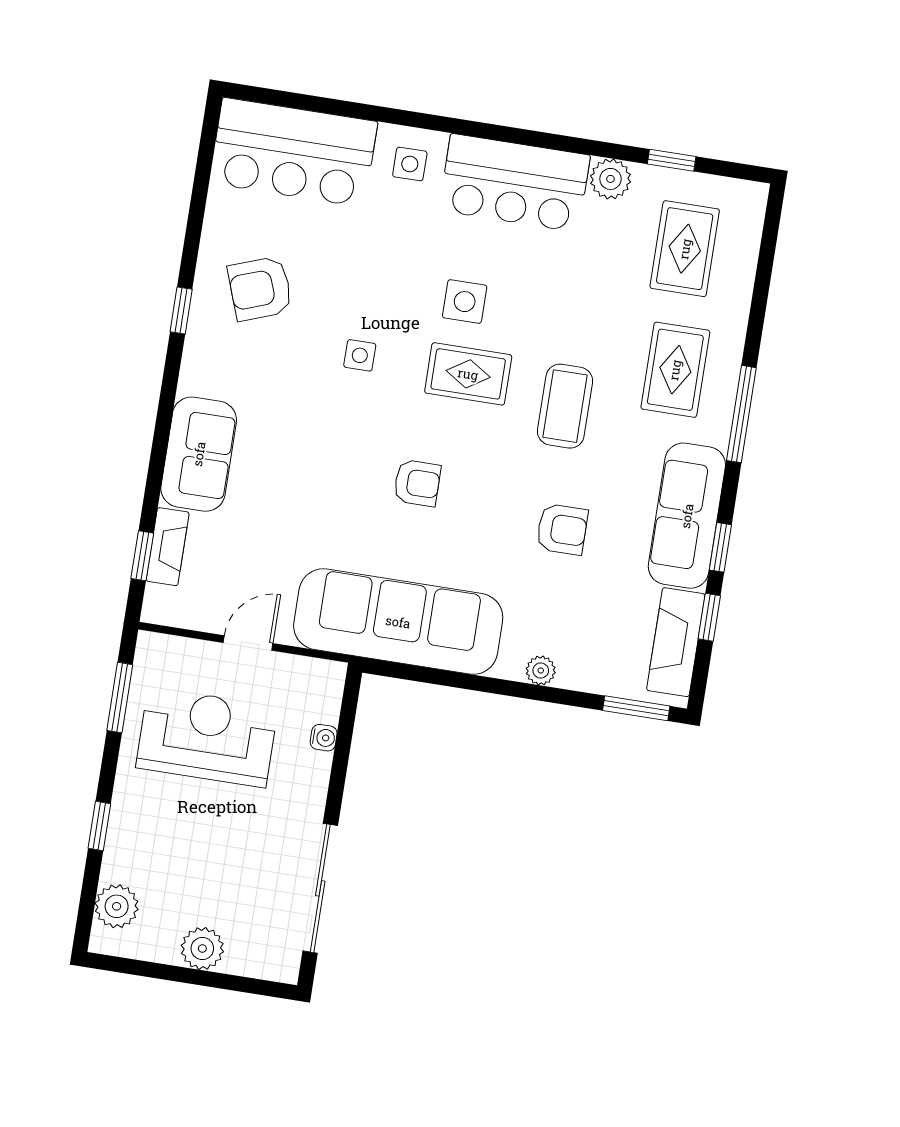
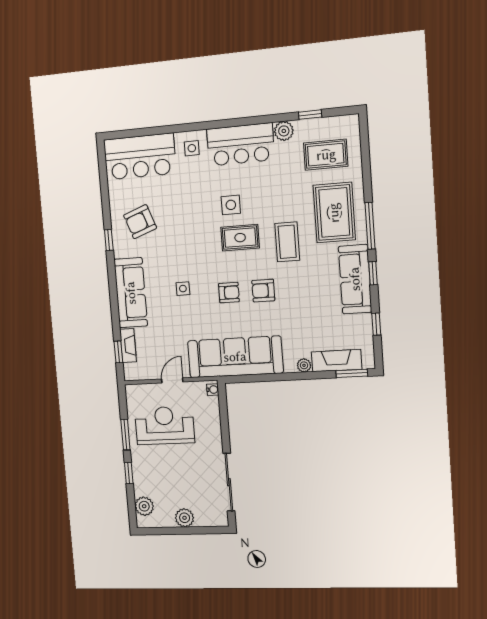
rug: (685, 249) -> (326, 155), turned 90
side table: (360, 355) -> (183, 289), moved
rug: (675, 370) -> (334, 213), width x1.36, depth x1.43
sofa: (199, 454) -> (131, 293), width x1.36
armchair: (562, 529) -> (263, 291), moved, turned 180
window: (720, 547) -> (373, 273), moved
fireplace: (676, 642) -> (337, 361), moved, turned 90
window: (120, 698) -> (125, 435), moved
water cooler: (324, 738) -> (213, 390), moved

